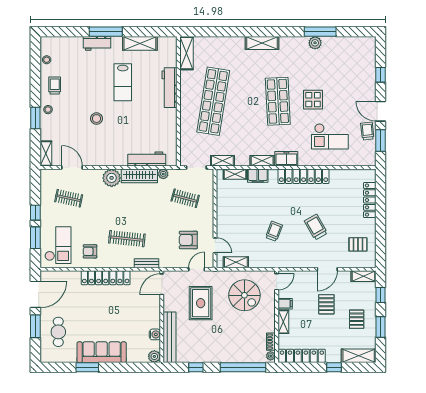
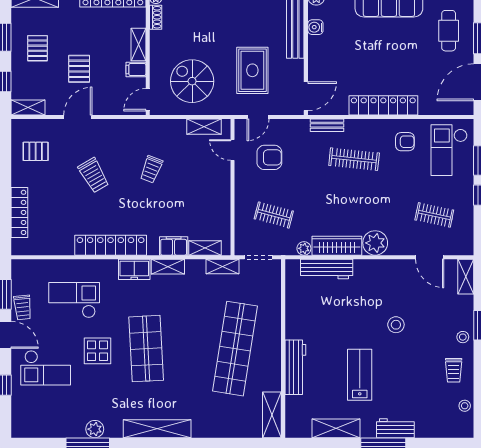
shelving: (262, 43) -> (157, 429), width x1.47
checkout: (351, 87) -> (46, 368), added

